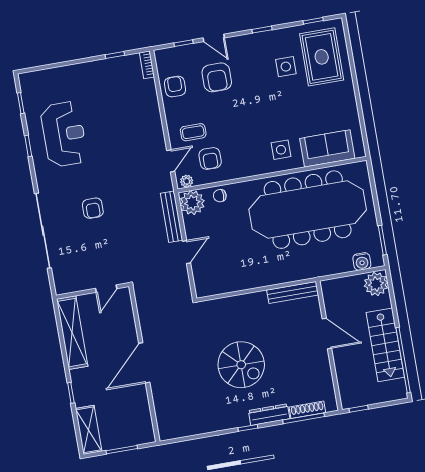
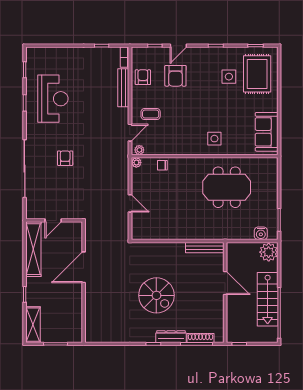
door: (214, 38) -> (178, 46), hinge flipped
sofa: (327, 148) -> (267, 132), moved, turned -90
armchair: (210, 158) -> (160, 136), removed
plant: (192, 203) -> (136, 163), width x0.53, depth x0.53
armchair: (93, 208) -> (65, 158), turned 180
meeting table: (308, 210) -> (227, 187), width x0.54, depth x0.79
bench: (172, 217) -> (123, 88), moved
door: (186, 252) -> (130, 203), hinge flipped
door: (106, 289) -> (53, 220), moved
door: (144, 363) -> (84, 267), moved

